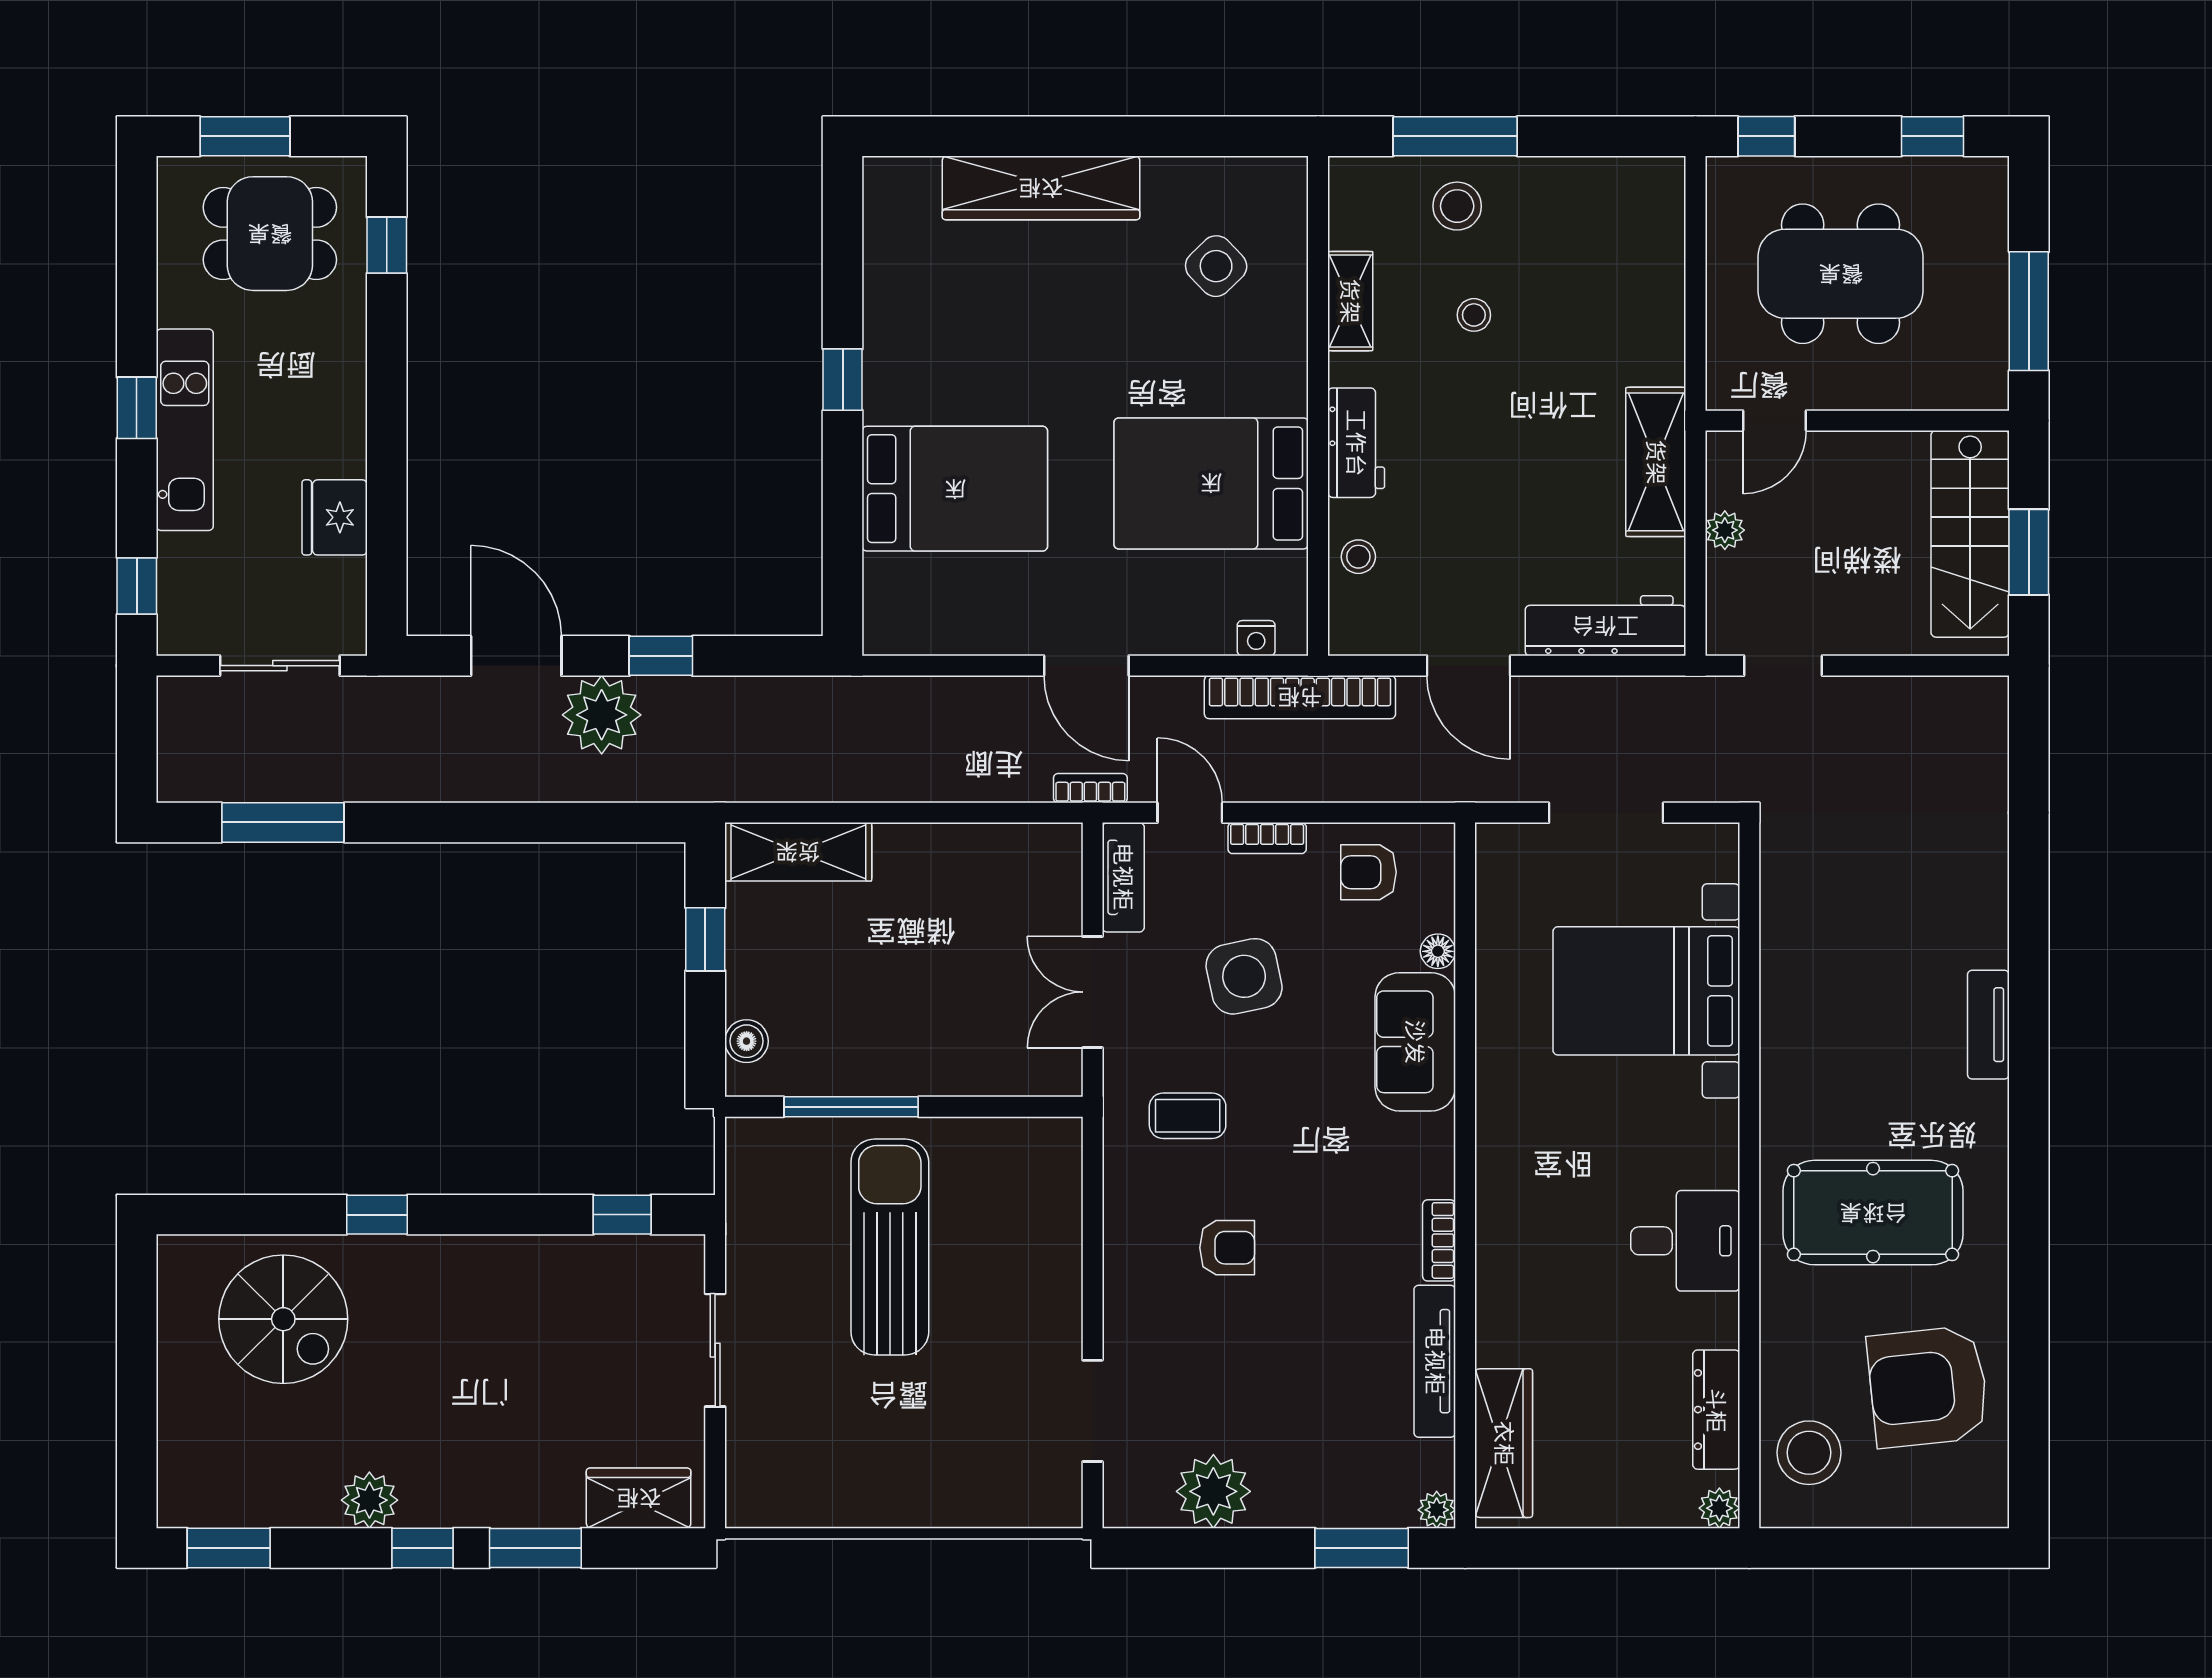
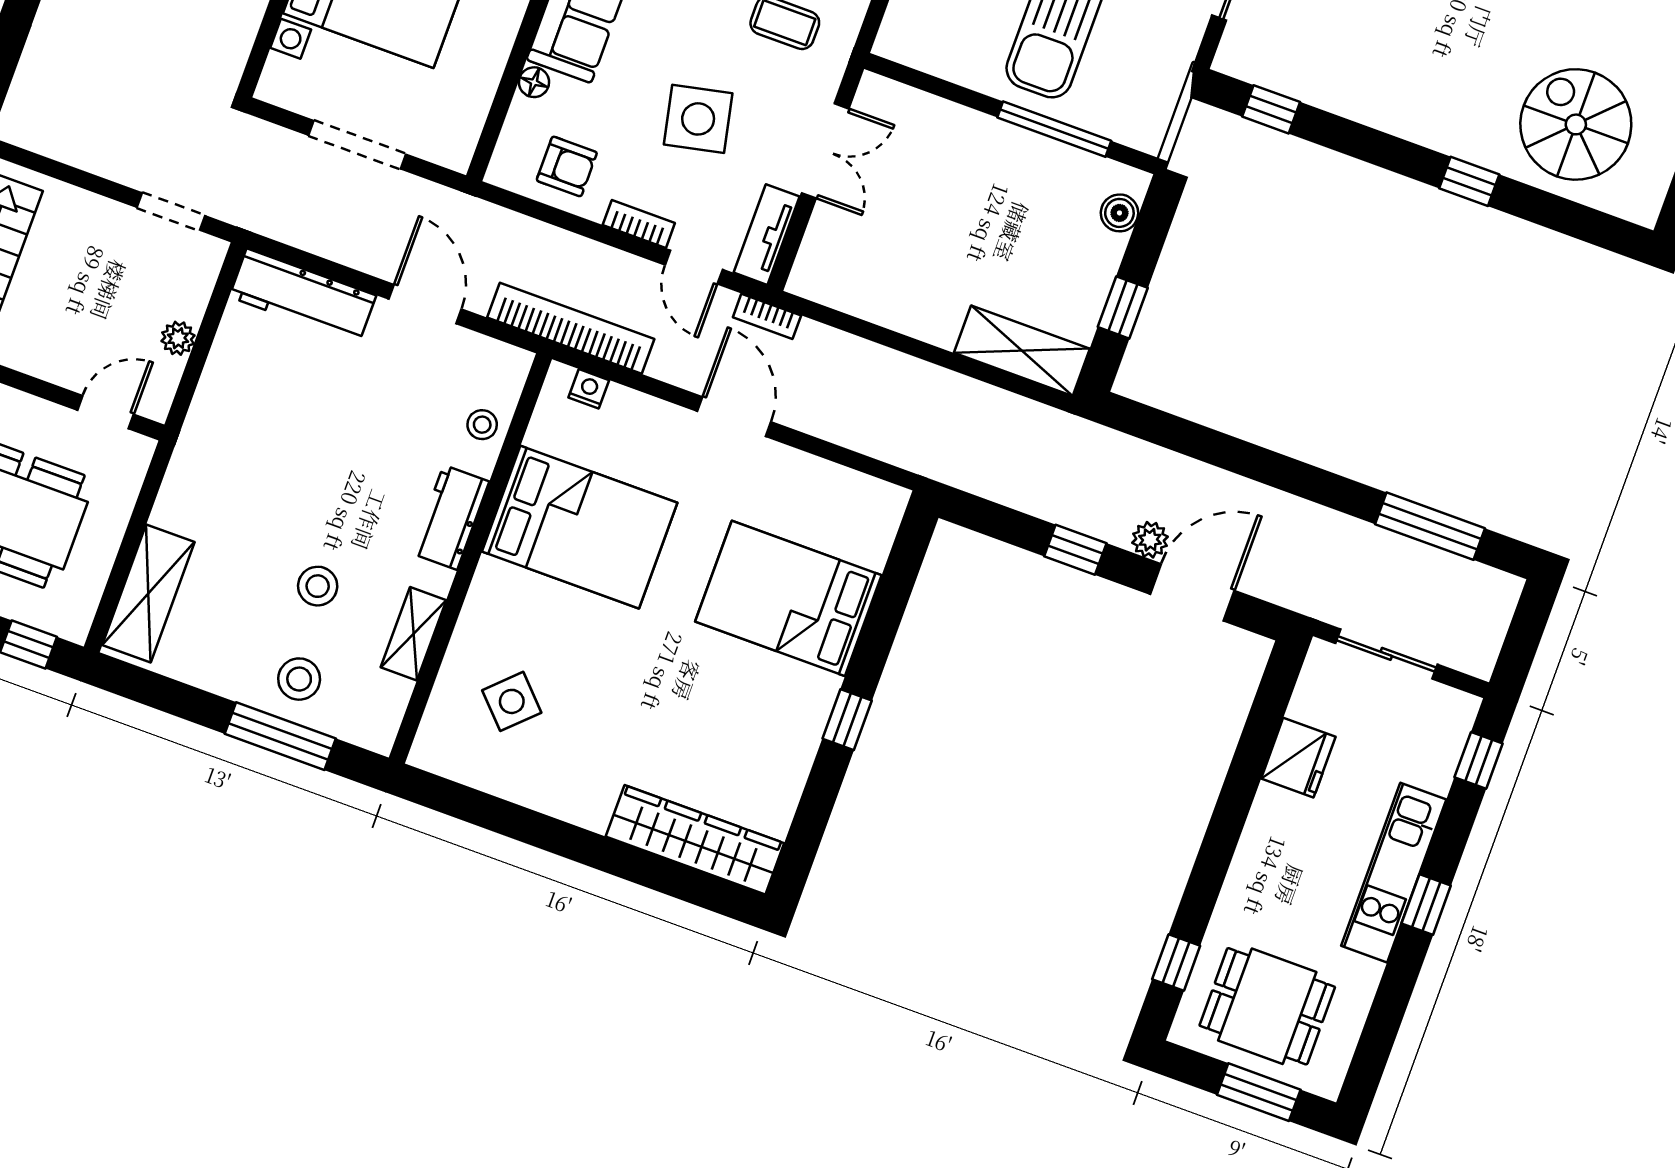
wardrobe: (1041, 188) -> (695, 840), moved
stool: (1474, 315) -> (318, 586), width x1.37, depth x1.37
shelving: (1656, 462) -> (148, 593), moved
door: (516, 656) -> (1192, 592), swing flipped
plant: (602, 715) -> (1150, 540), width x0.53, depth x0.53

